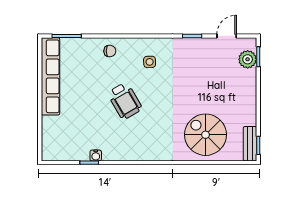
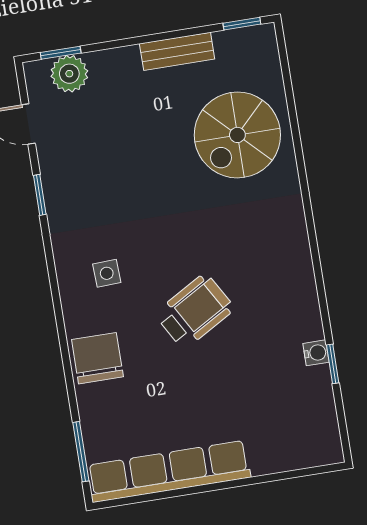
chair: (110, 51) -> (97, 358), width x1.87, depth x1.87
bench: (250, 144) -> (177, 51), moved

